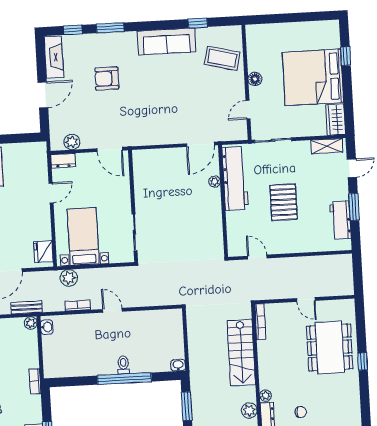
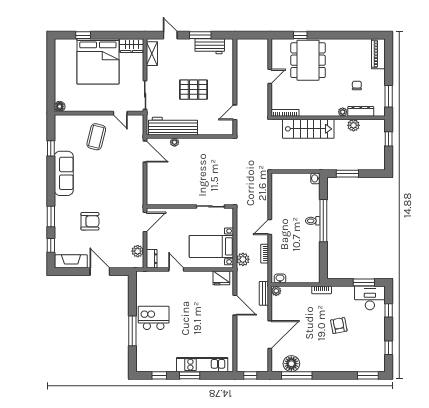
coffee table: (222, 58) -> (96, 137), moved
armchair: (107, 78) -> (90, 221), turned -90
floor lamp: (255, 79) -> (60, 106), moved
dining table: (330, 347) -> (308, 60), turned 90
window: (363, 361) -> (300, 35), moved

